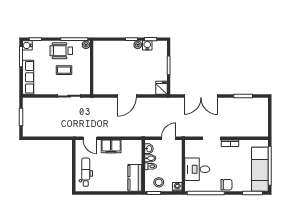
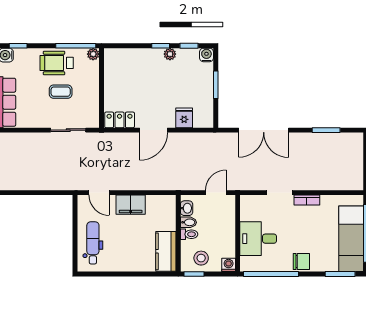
water cooler: (147, 45) -> (206, 55), moved
fridge: (161, 88) -> (184, 118), moved
locker: (104, 89) -> (120, 120), added

